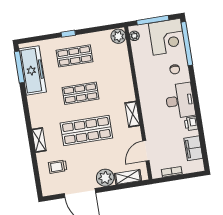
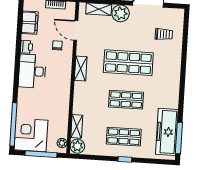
chair: (175, 69) -> (57, 45), moved
shelving: (39, 140) -> (77, 126), moved
door: (146, 151) -> (76, 30), swing flipped

